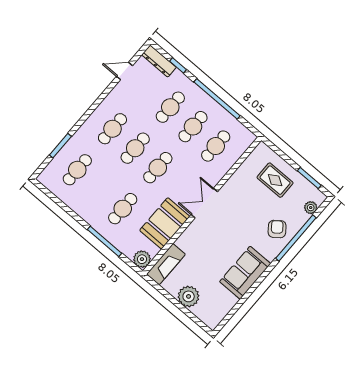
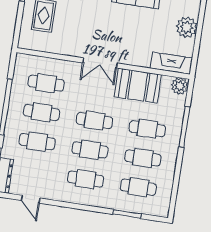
cafe table: (100, 189) -> (143, 158), added

